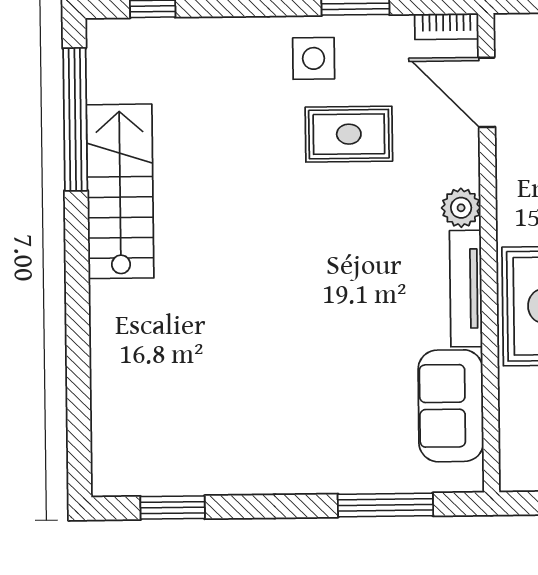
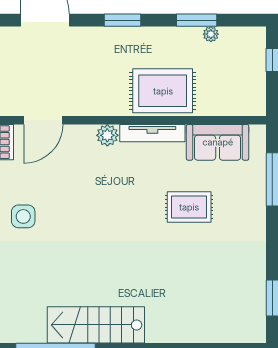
rug: (349, 134) -> (189, 207), moved, turned 90

